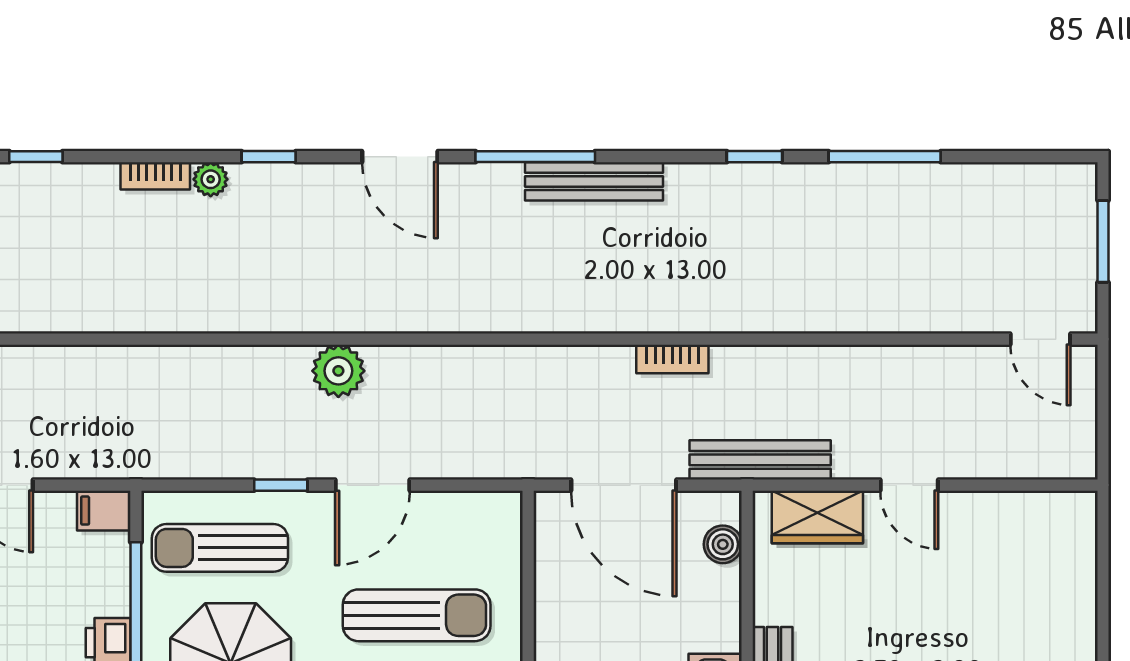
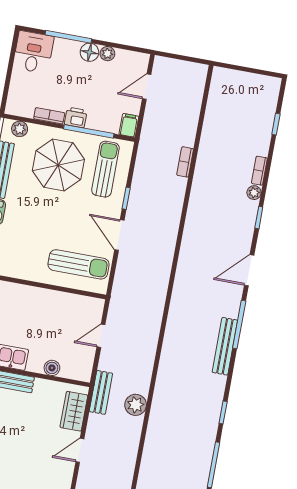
bookcase: (672, 359) -> (185, 162), moved
plant: (338, 371) -> (136, 405), moved
bench: (760, 460) -> (101, 392), width x0.73
door: (624, 485) -> (101, 336), width x0.53
boiler: (723, 544) -> (52, 368), moved
sun lounger: (417, 615) -> (78, 264), moved, turned -90

